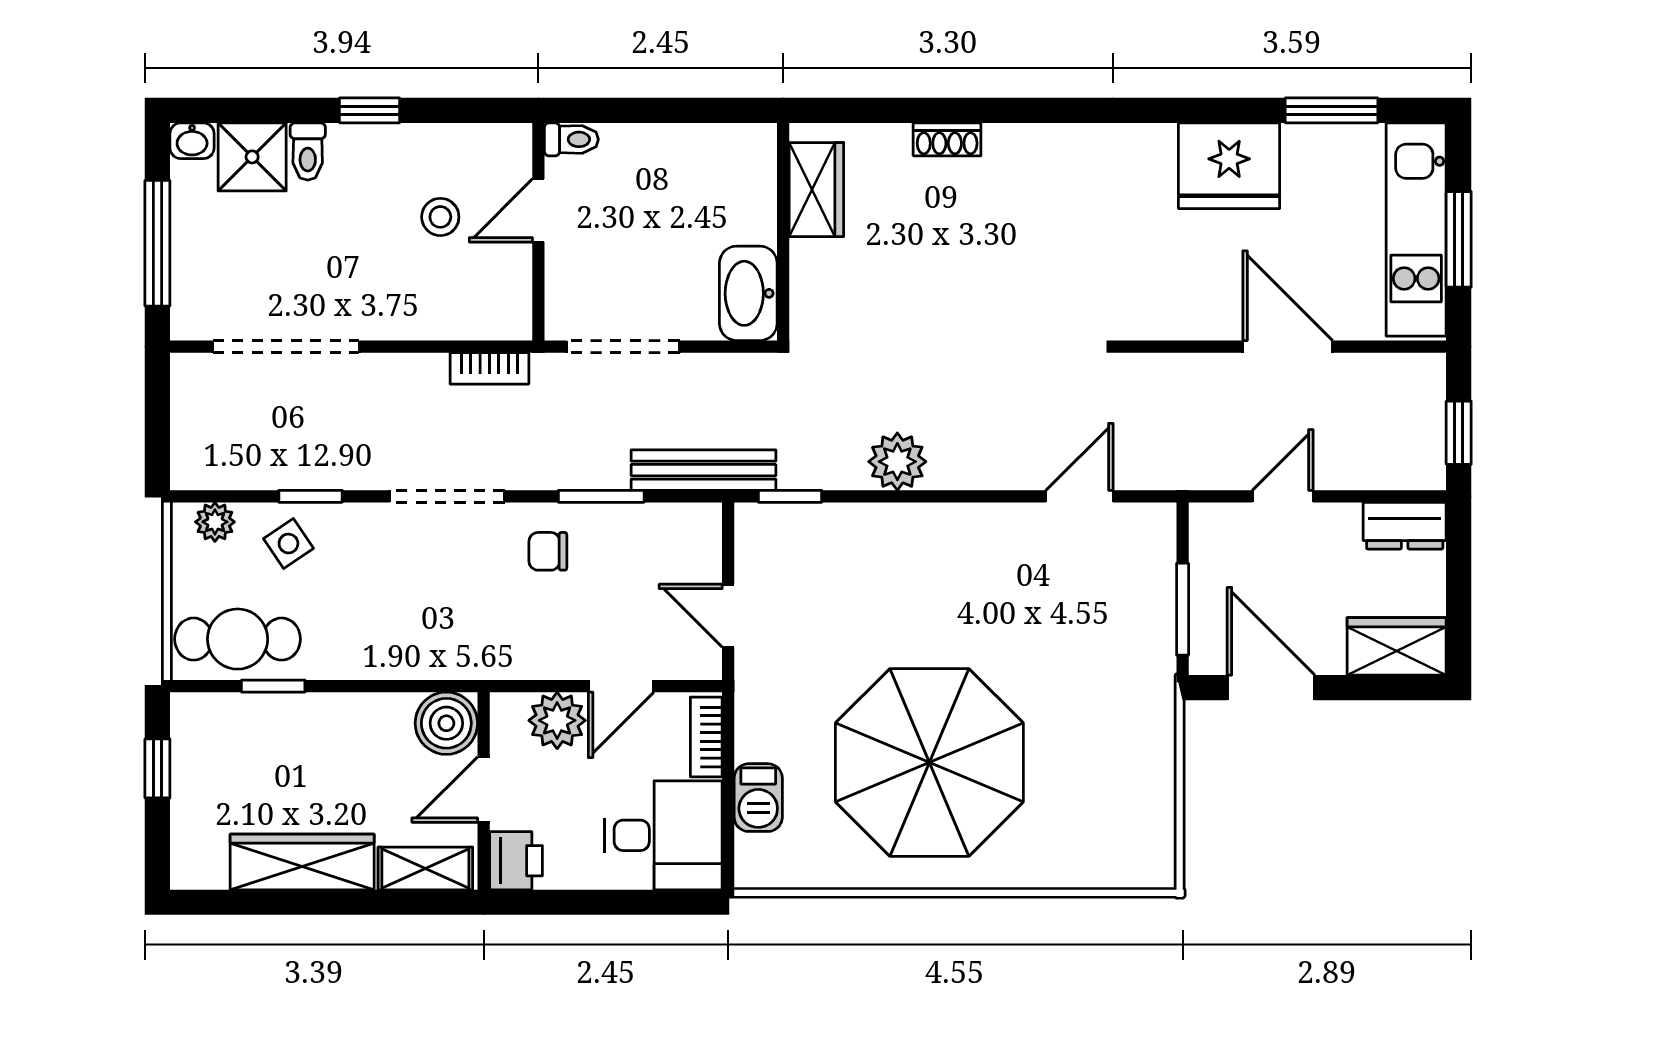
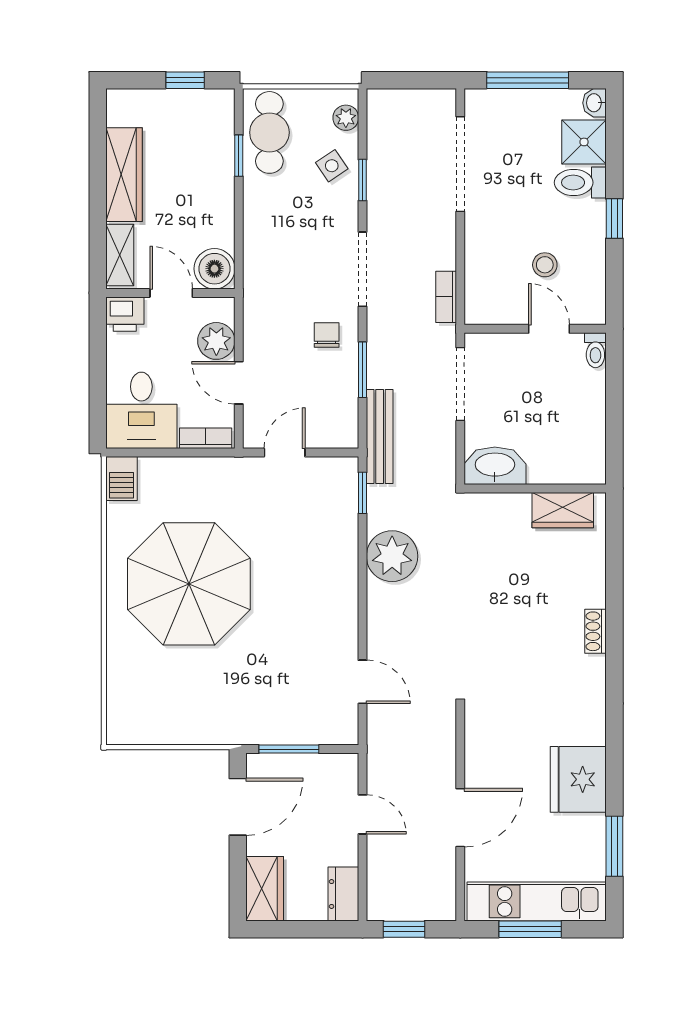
shoe rack: (947, 139) -> (595, 631), moved
toilet: (308, 152) -> (580, 183), width x1.37, depth x1.39
plant: (897, 462) -> (392, 556), width x1.36, depth x1.36
barbecue: (758, 798) -> (122, 479), moved, turned -90

